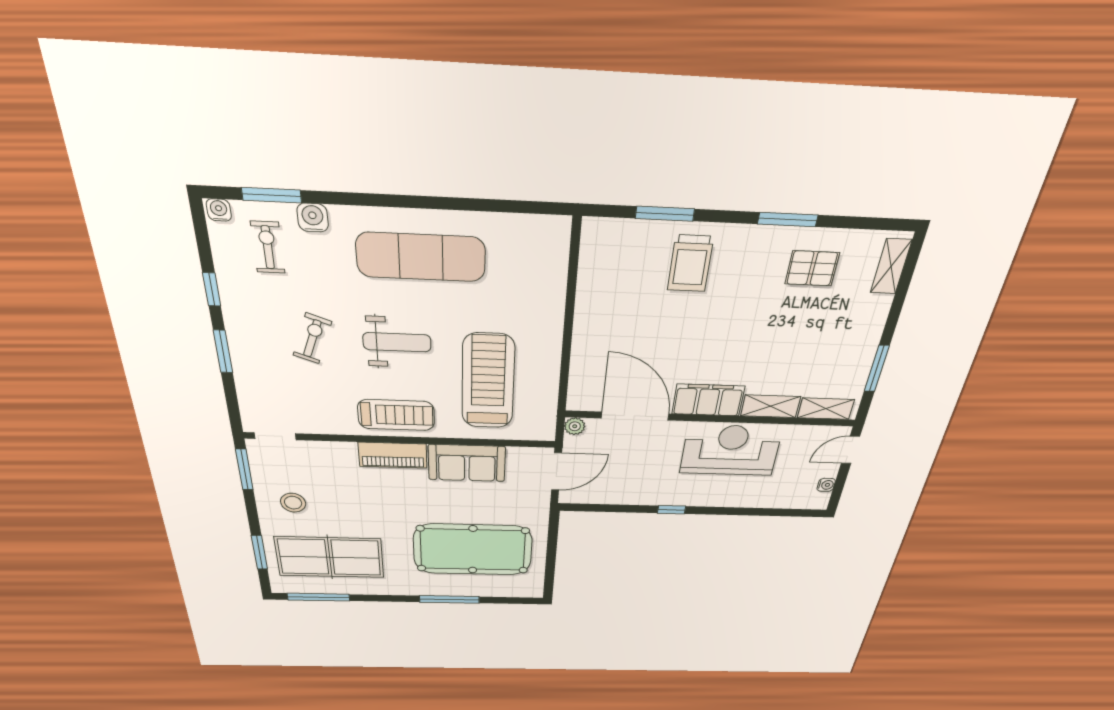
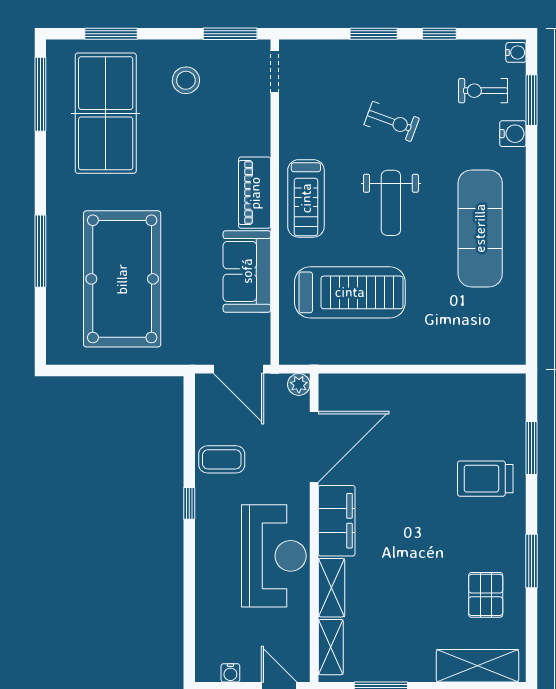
exercise bike: (268, 247) -> (483, 91), turned 180
shelving: (891, 266) -> (477, 666), width x1.50, depth x1.33
coffee table: (637, 486) -> (222, 459), added

